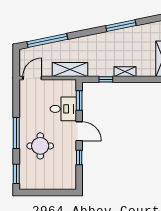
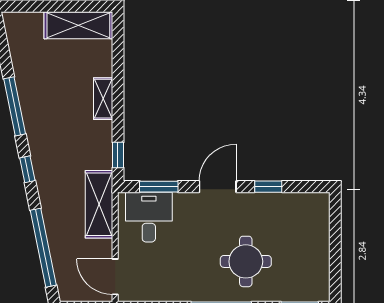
window: (88, 32) -> (27, 169), added
window: (106, 79) -> (118, 155), moved
desk: (63, 109) -> (149, 217), moved

